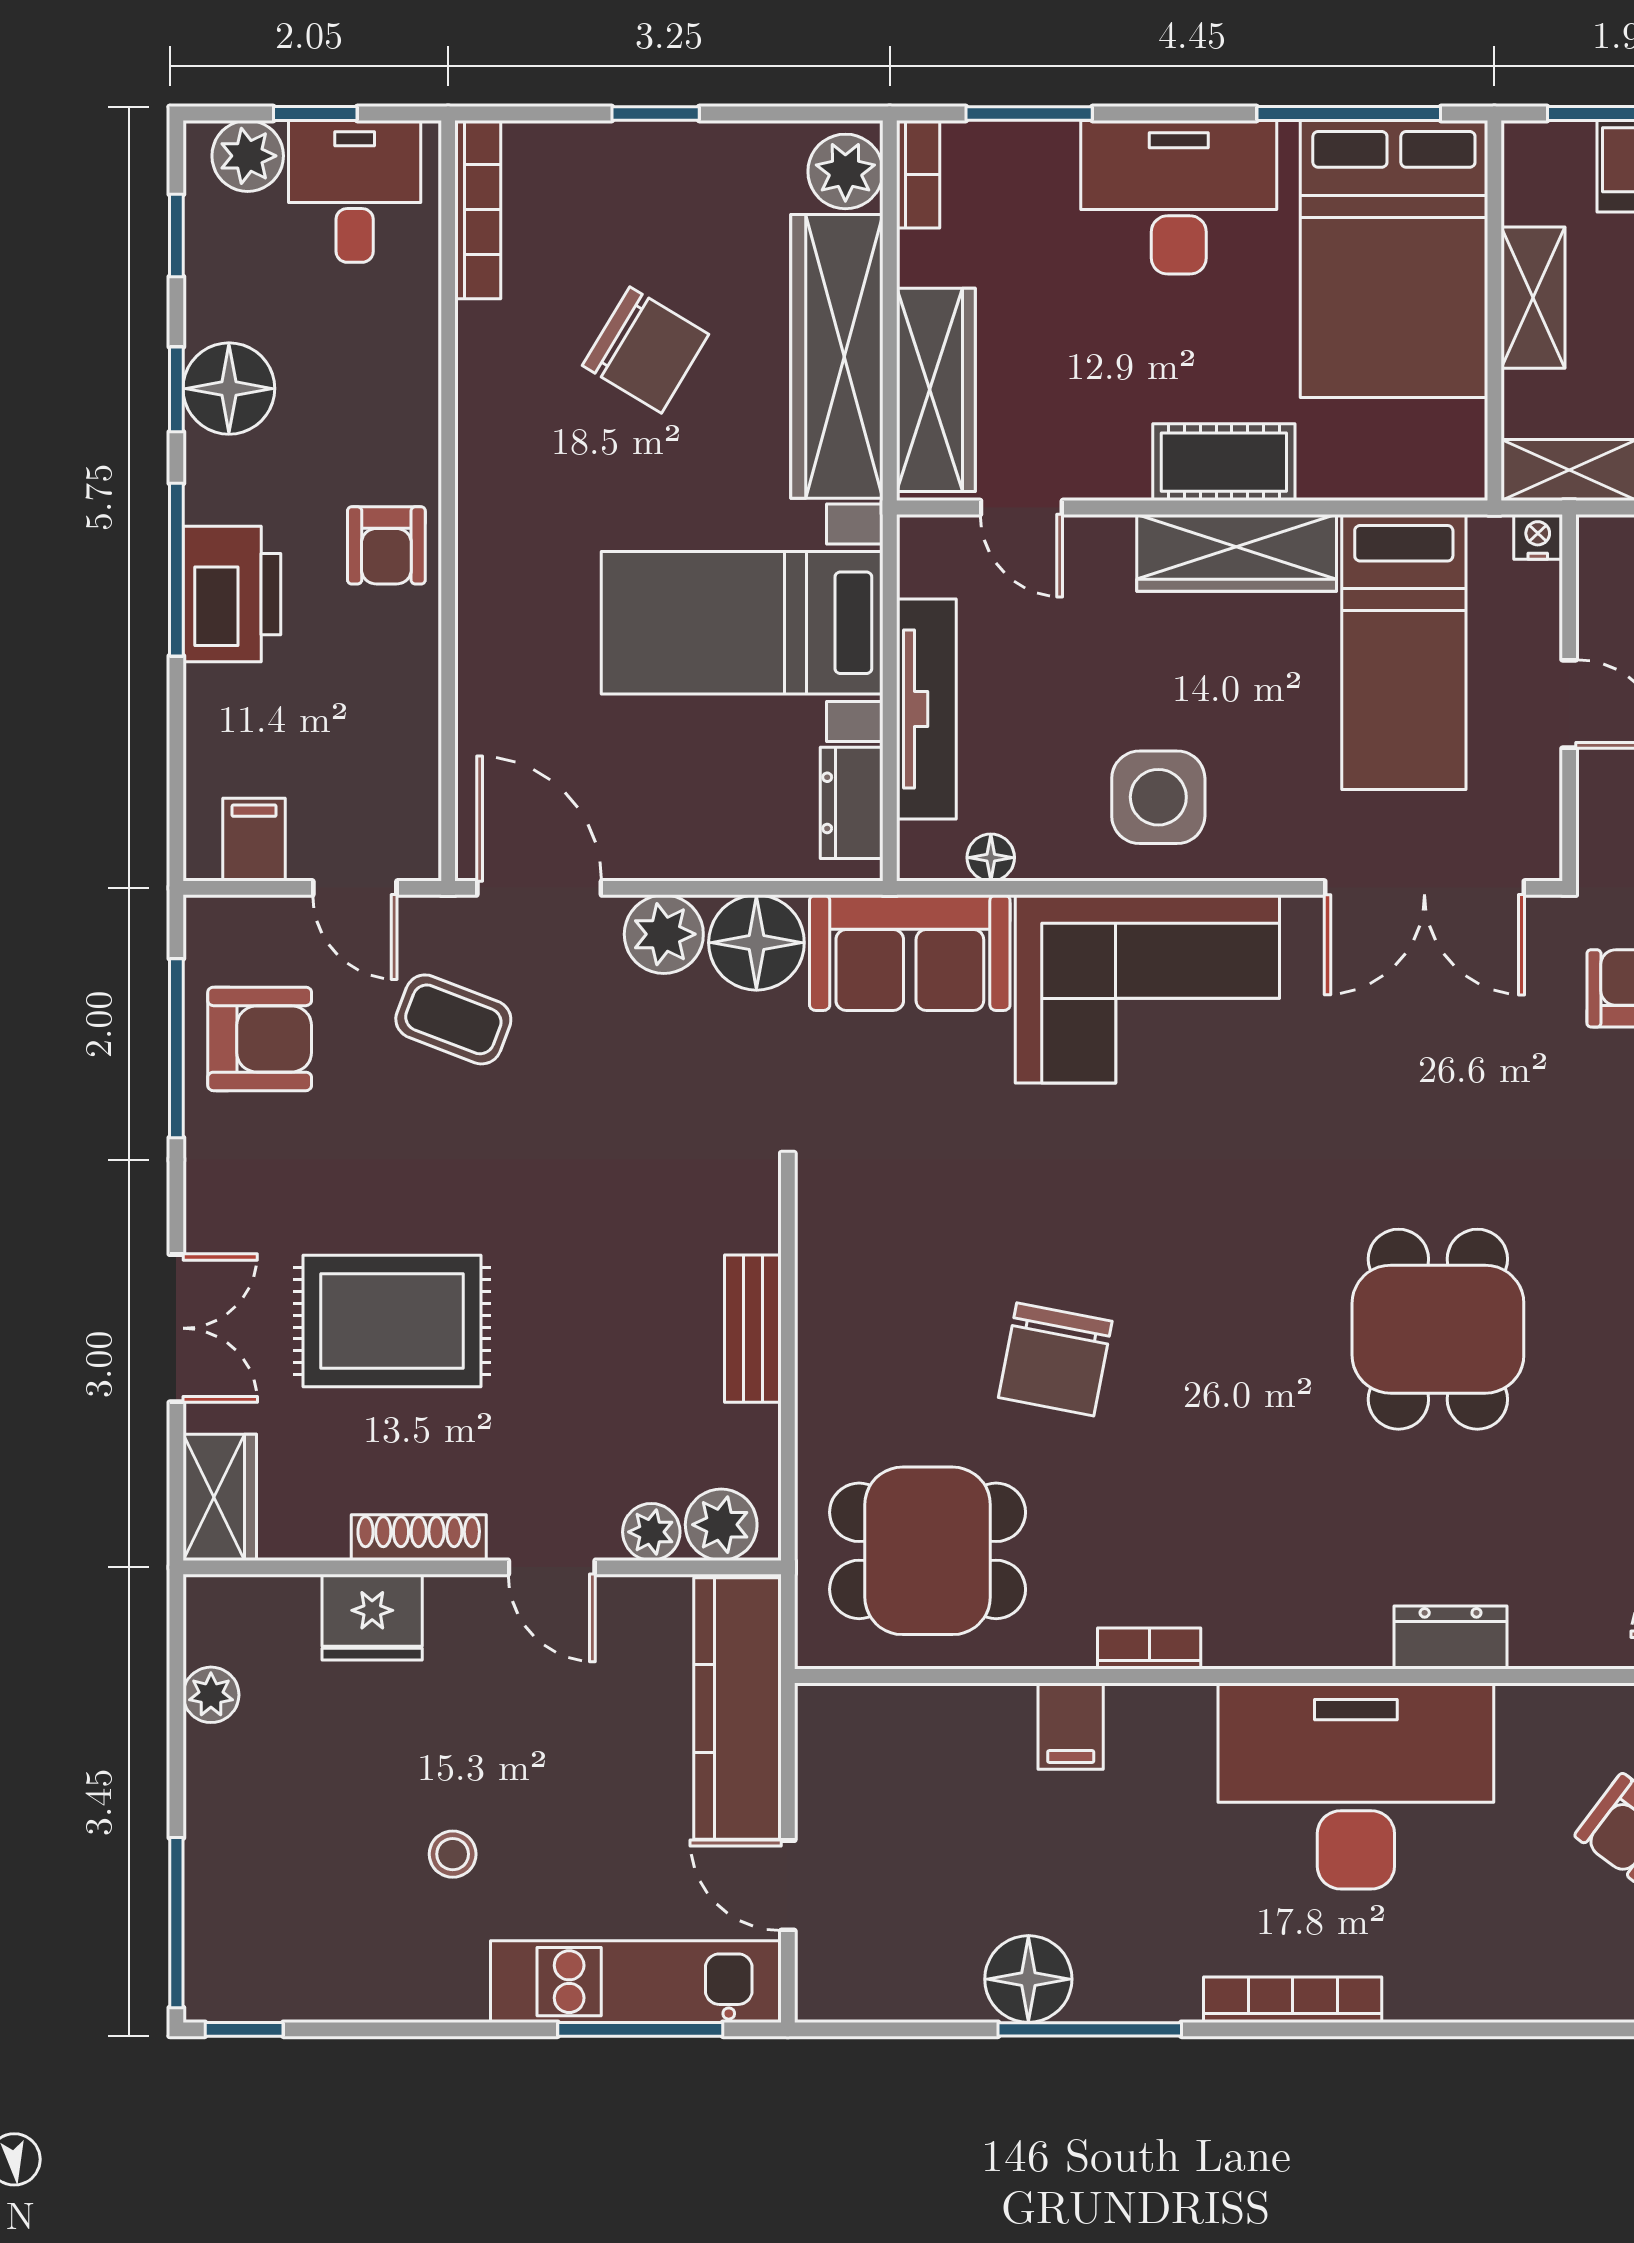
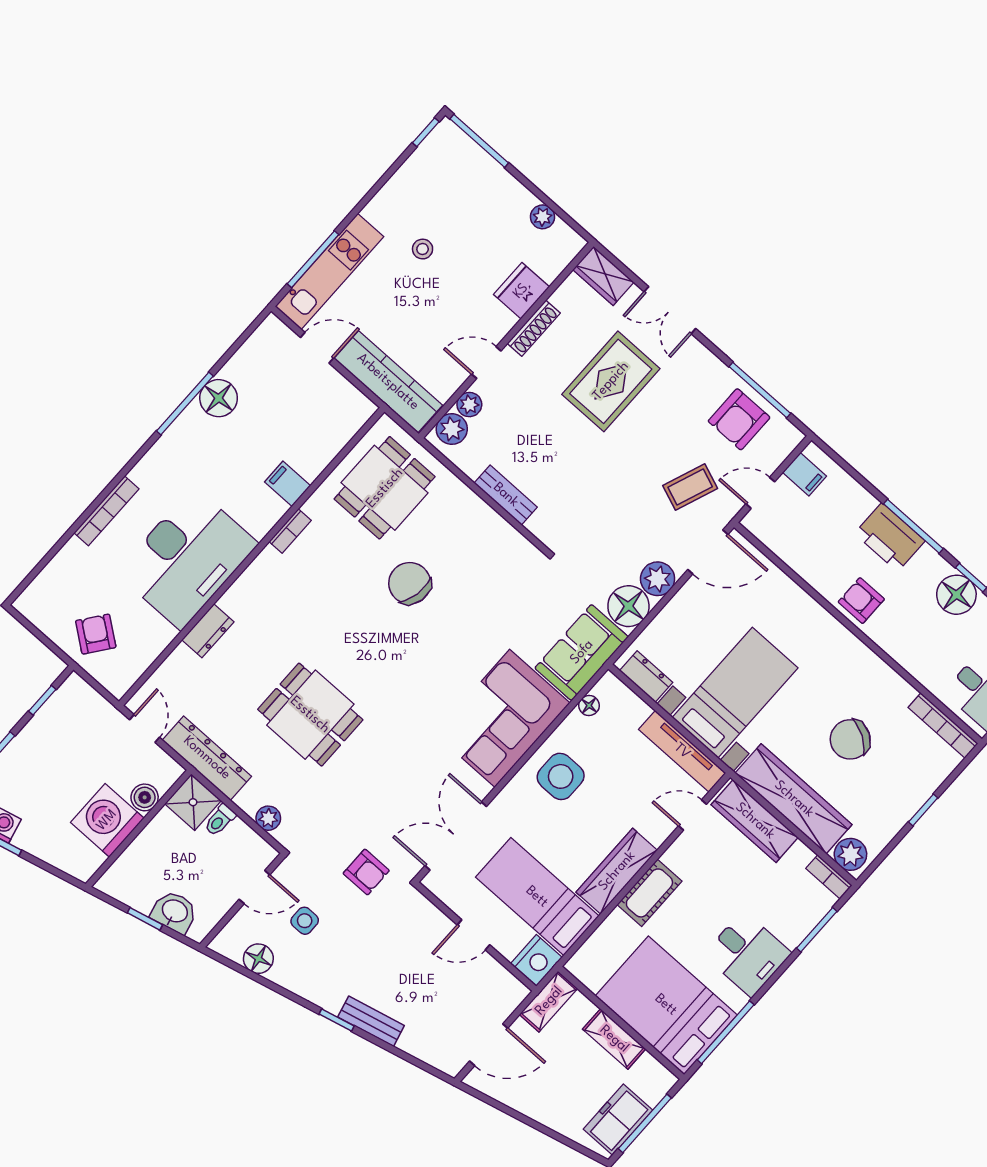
desk: (1179, 197) -> (747, 954), width x0.73
nightstand: (1538, 537) -> (536, 960), width x1.89, depth x1.79
tv unit: (926, 709) -> (682, 751), moved
bookcase: (1293, 2000) -> (107, 511), moved

